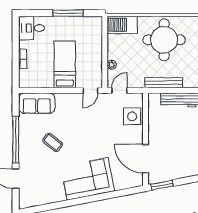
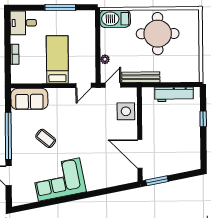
bench: (164, 83) -> (141, 77), moved
corner sofa: (88, 179) -> (59, 180), moved

